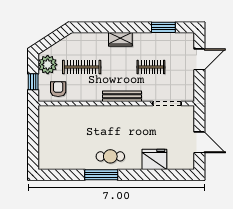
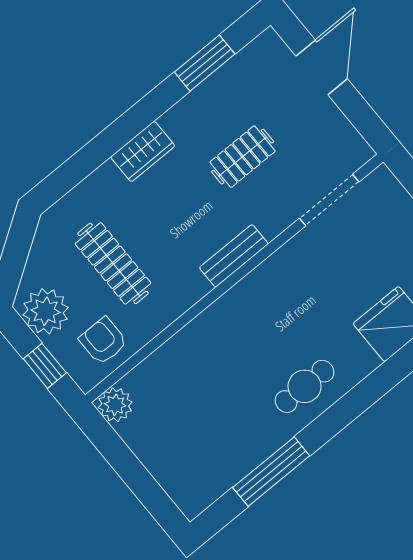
clothes rail: (82, 67) -> (113, 263), turned 90
bench: (122, 96) -> (234, 256), width x0.73
plant: (45, 113) -> (115, 405), added
window: (101, 175) -> (271, 472), moved

